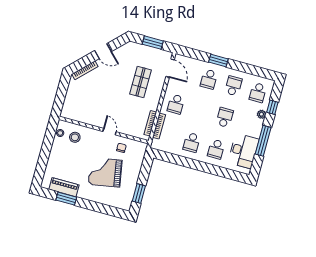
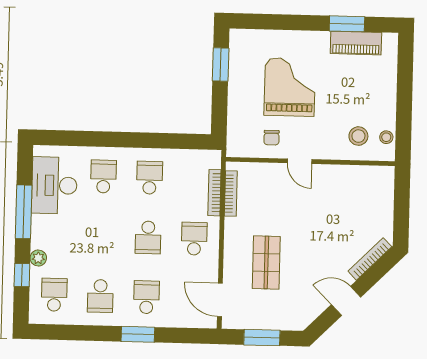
school desk: (225, 117) -> (148, 237), moved
grand piano: (105, 172) -> (290, 87), turned -80

